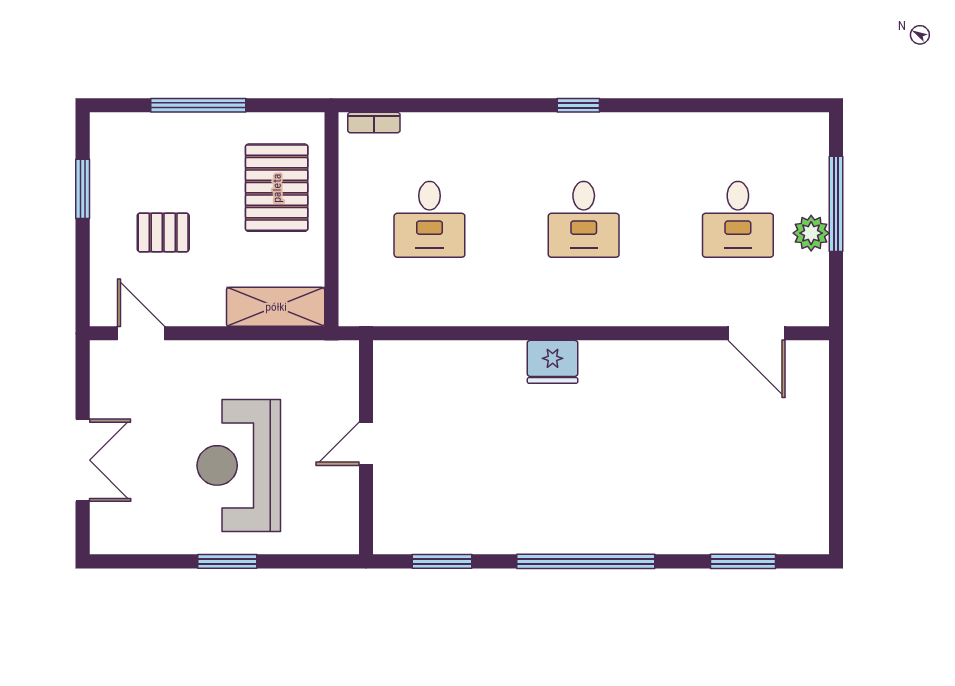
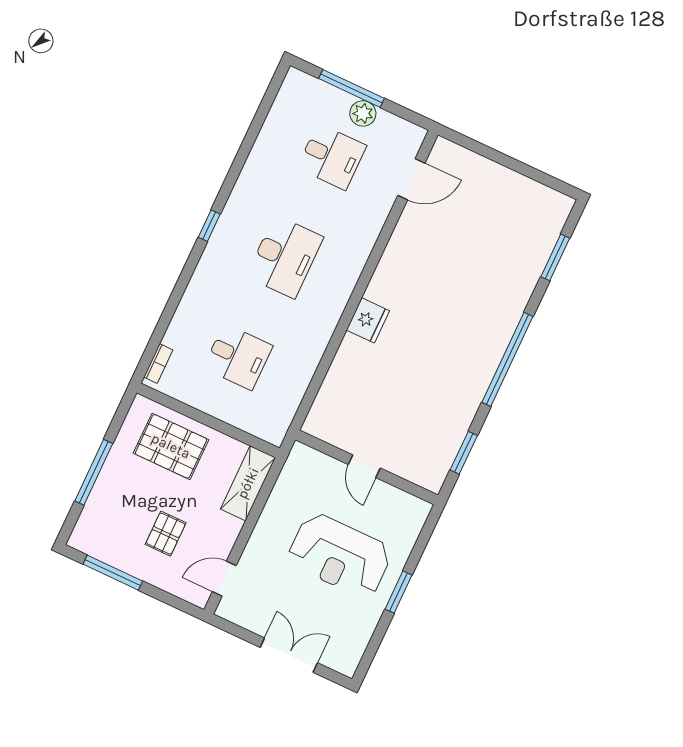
window: (83, 189) -> (113, 573), width x1.44
desk: (584, 219) -> (285, 257), width x1.37

